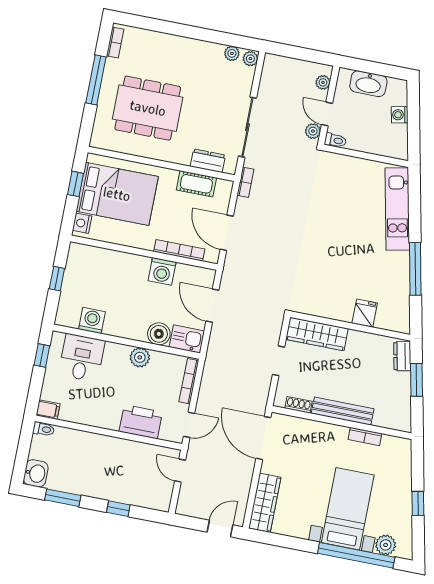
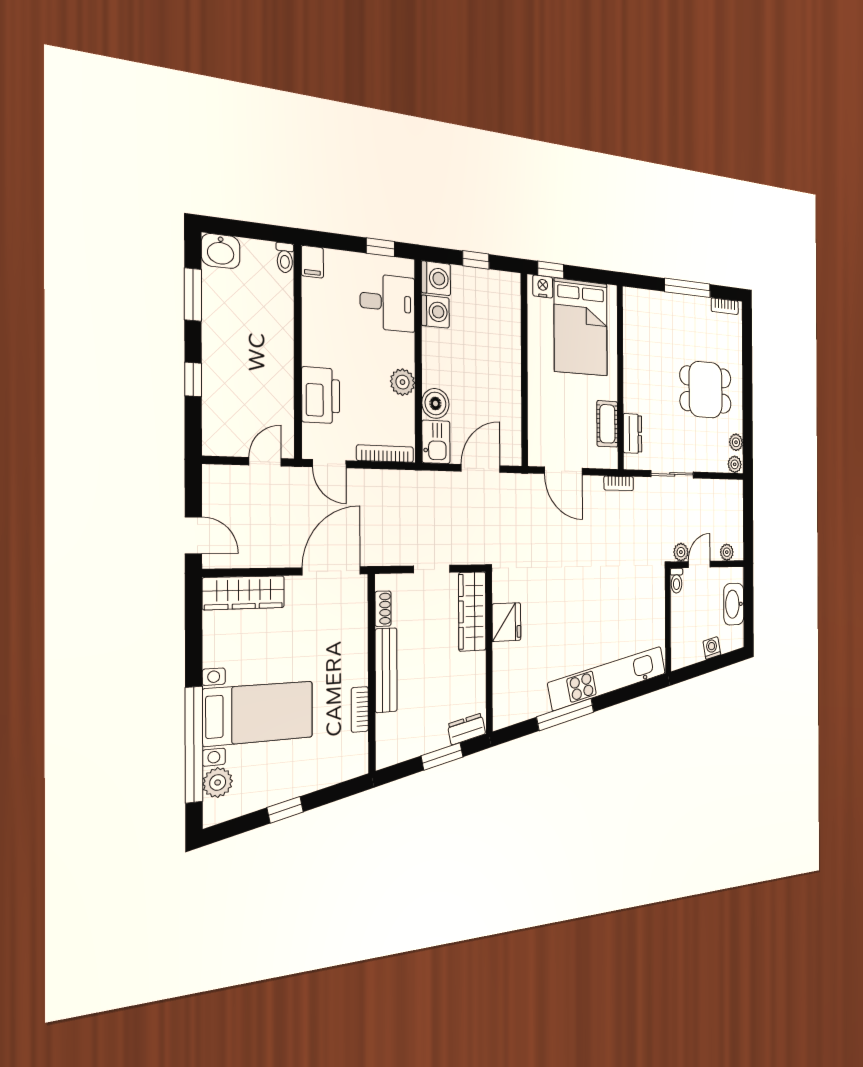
dining table: (148, 108) -> (706, 390), moved, width x0.73
sliding door: (247, 127) -> (672, 474), width x0.73
window: (76, 184) -> (551, 270), moved
kitchen unit: (397, 209) -> (608, 678), width x1.36
door: (227, 233) -> (563, 471), swing flipped
bookcase: (179, 250) -> (535, 415), removed
washing machine: (162, 271) -> (436, 278), moved, turned 180
fridge: (365, 313) -> (506, 622), moved, width x1.38

